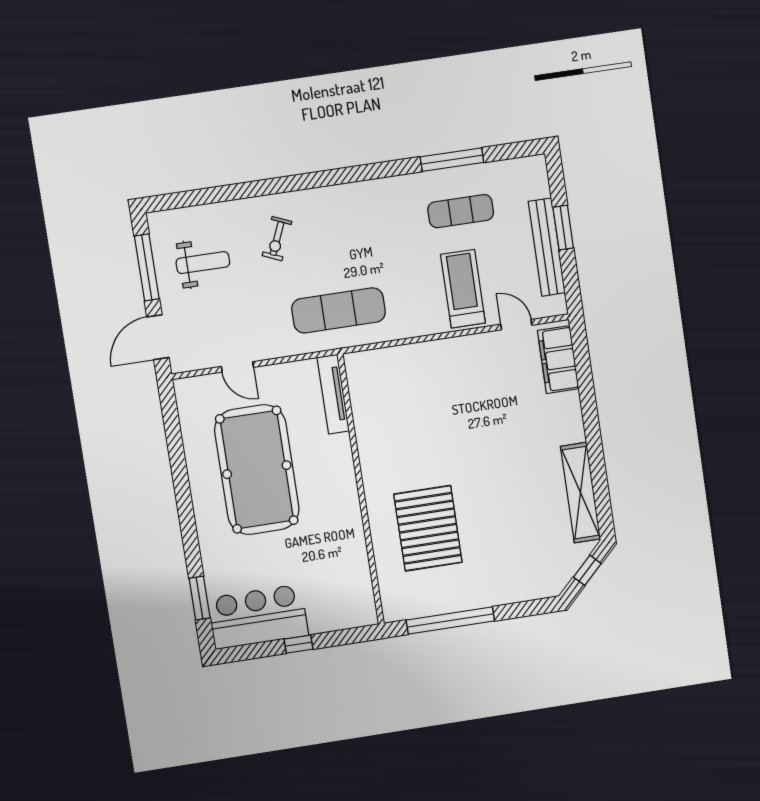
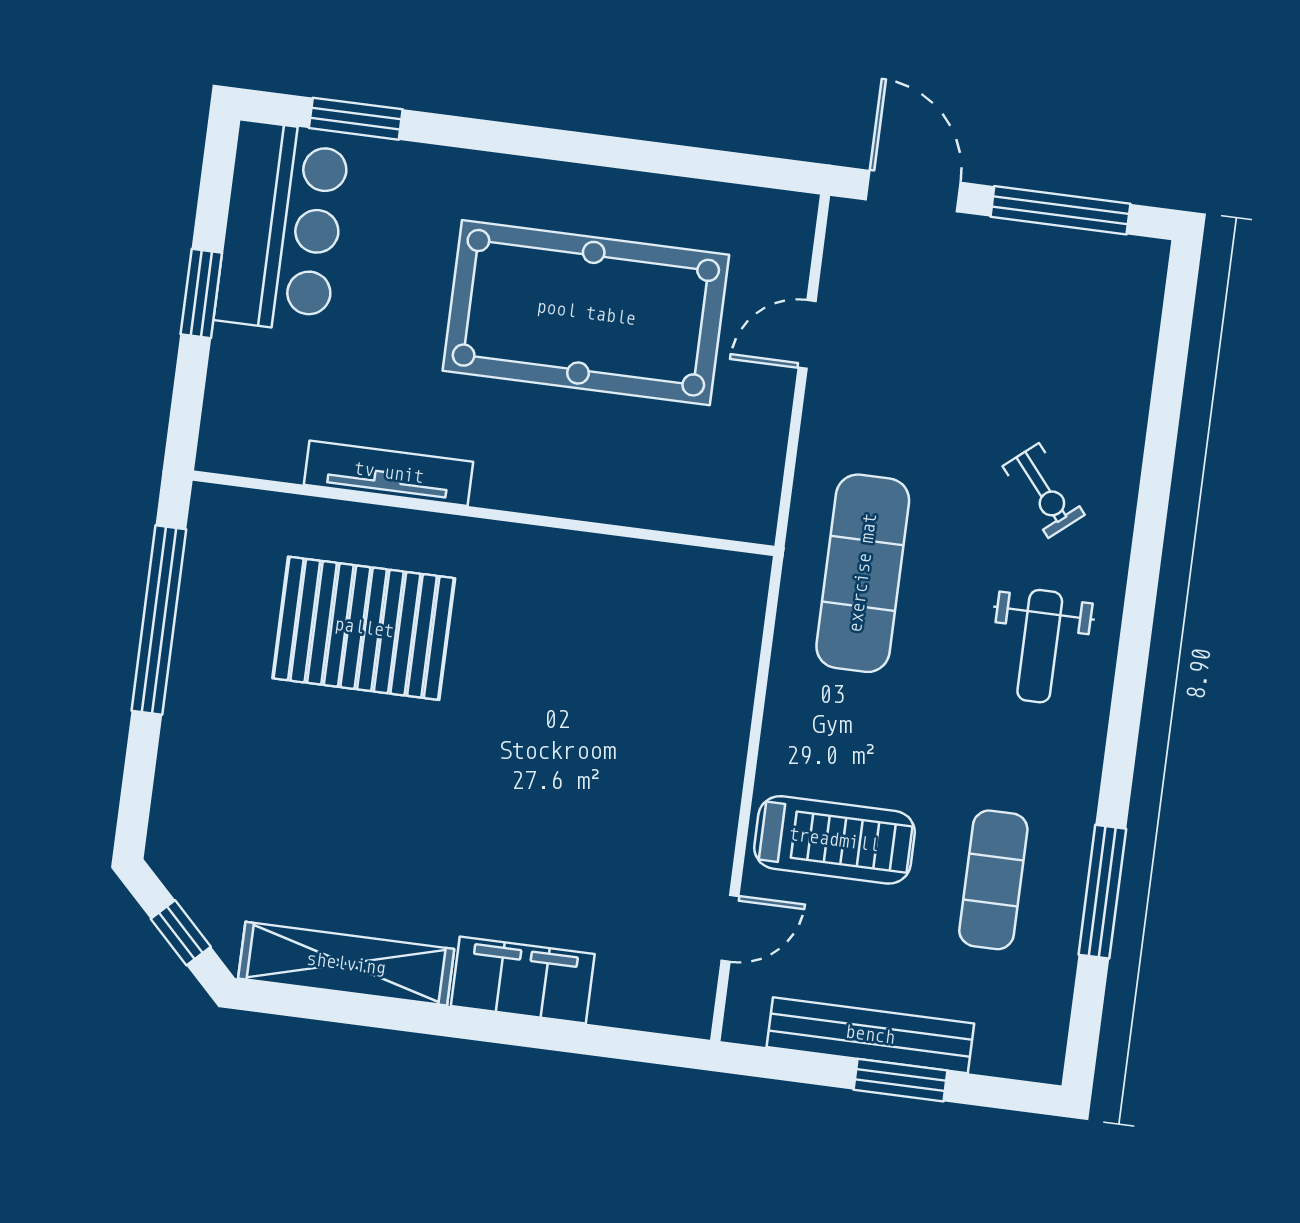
exercise bike: (277, 239) -> (1044, 491), turned -153
weight bench: (203, 263) -> (1040, 646), moved
filing cabinet: (558, 360) -> (523, 980), moved
tv unit: (333, 394) -> (389, 473), moved
window: (299, 644) -> (201, 293), width x1.50

